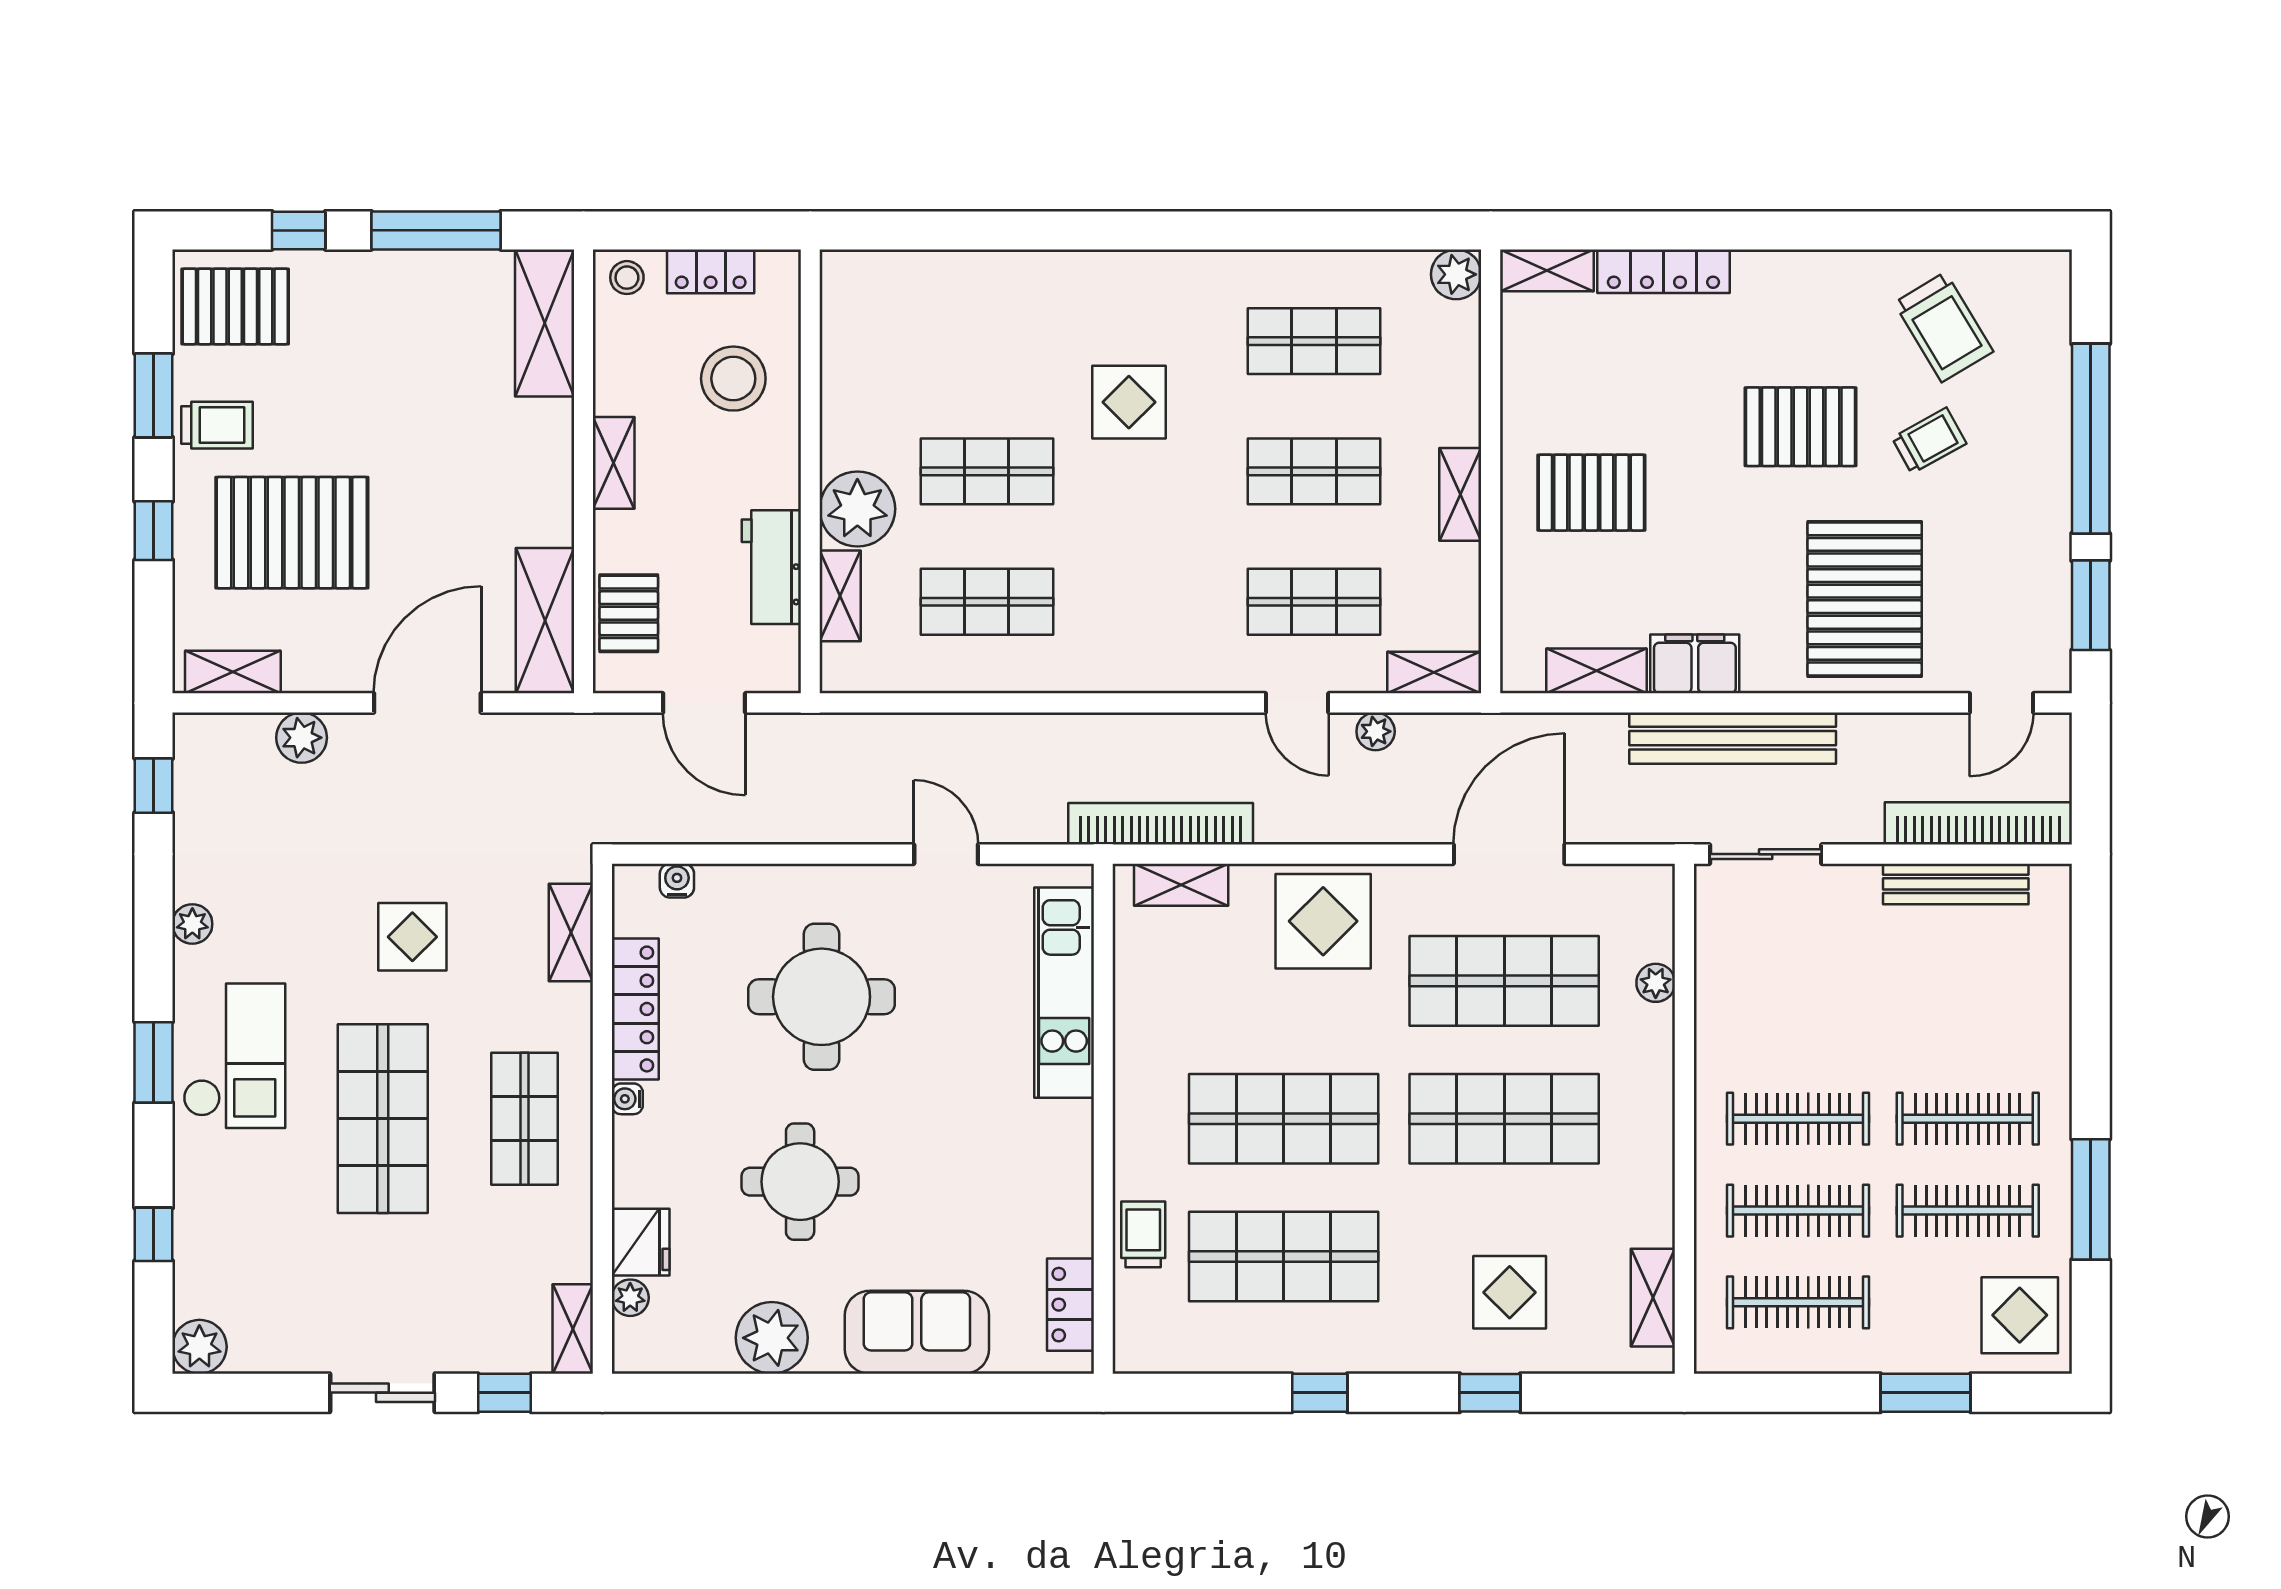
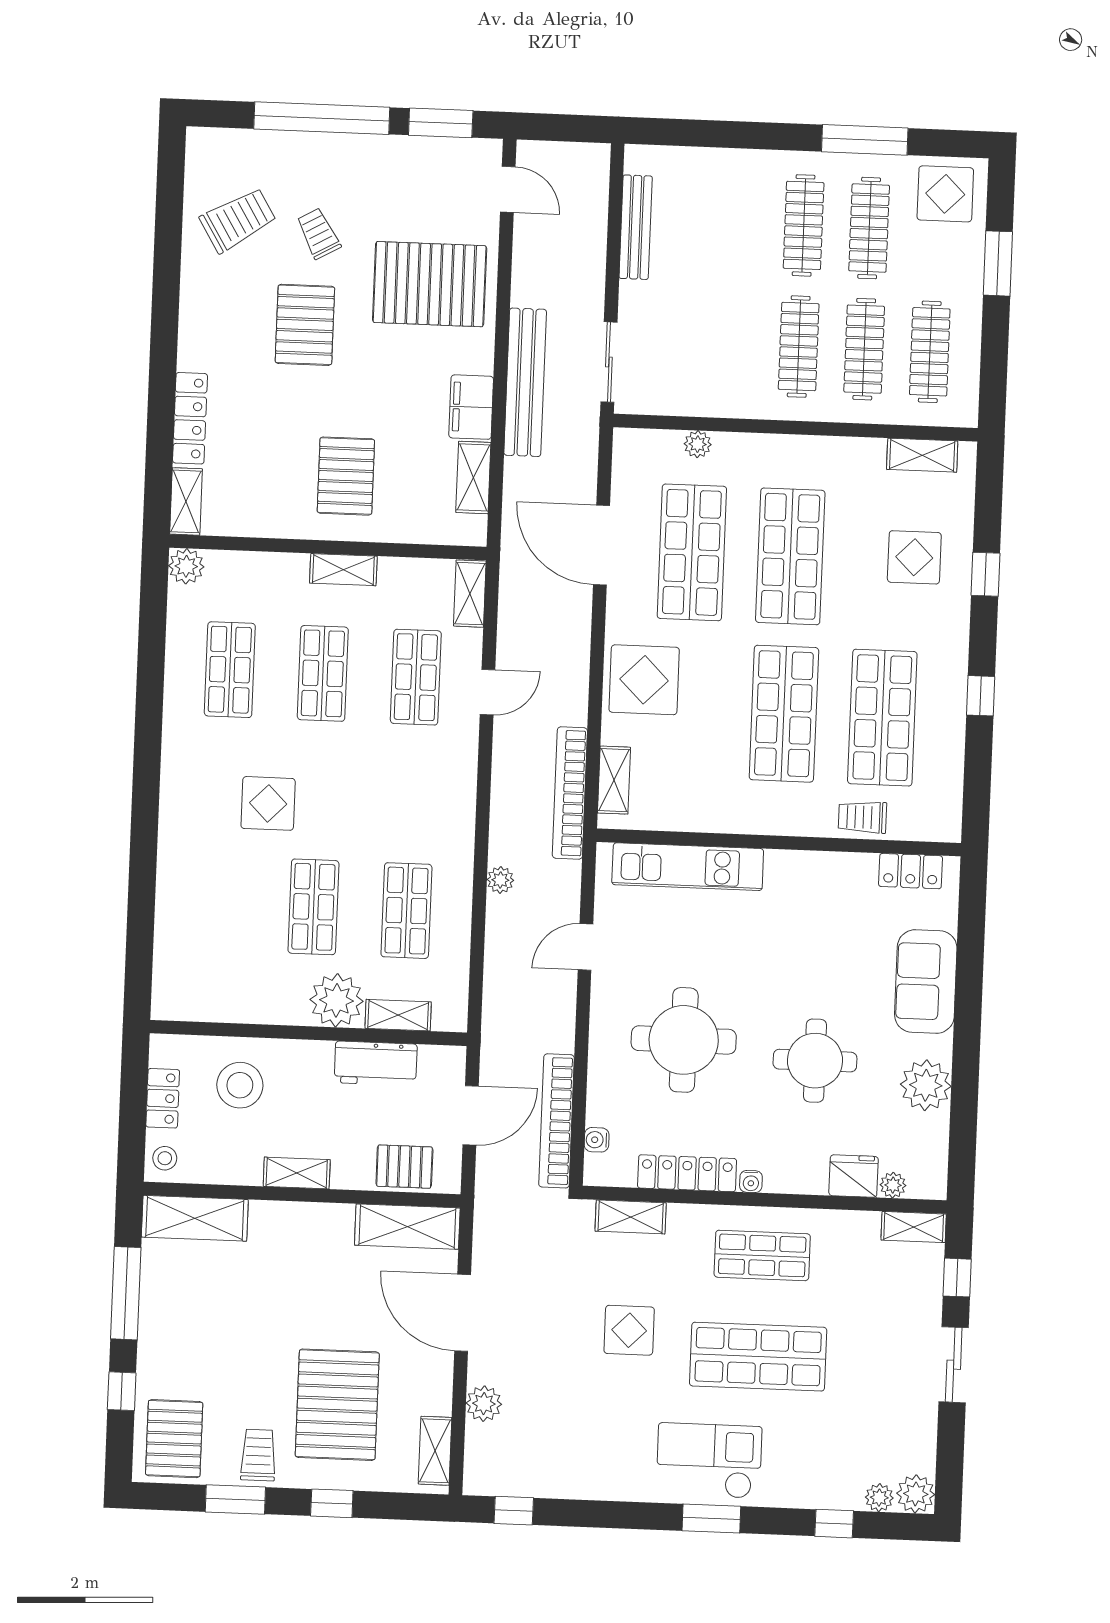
plant: (1376, 731) -> (500, 880), moved
bookcase: (1978, 823) -> (557, 1121), moved
plant: (192, 924) -> (879, 1498), moved

